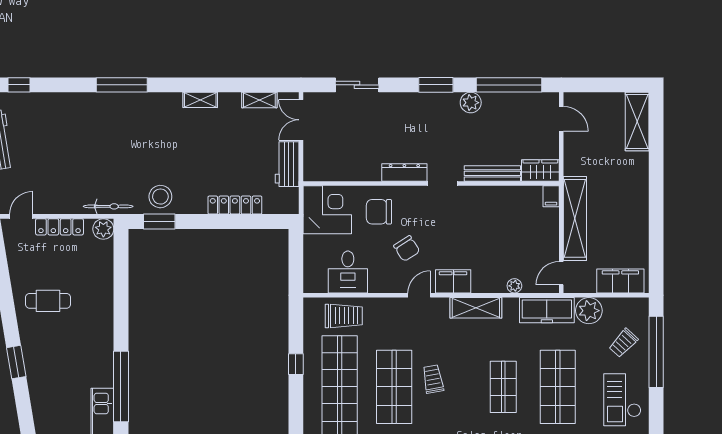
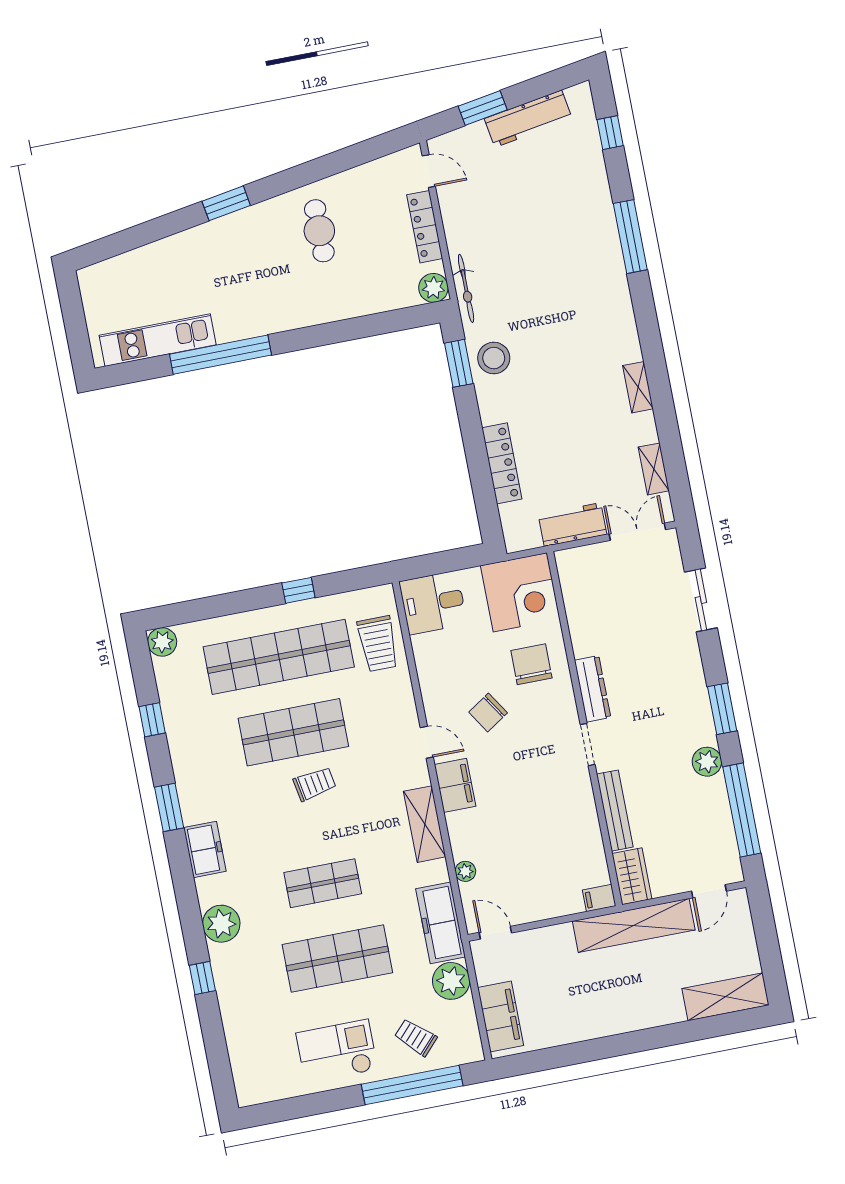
window: (122, 85) -> (630, 237), moved
shelving: (575, 218) -> (634, 925), moved
desk: (348, 272) -> (433, 603), moved

